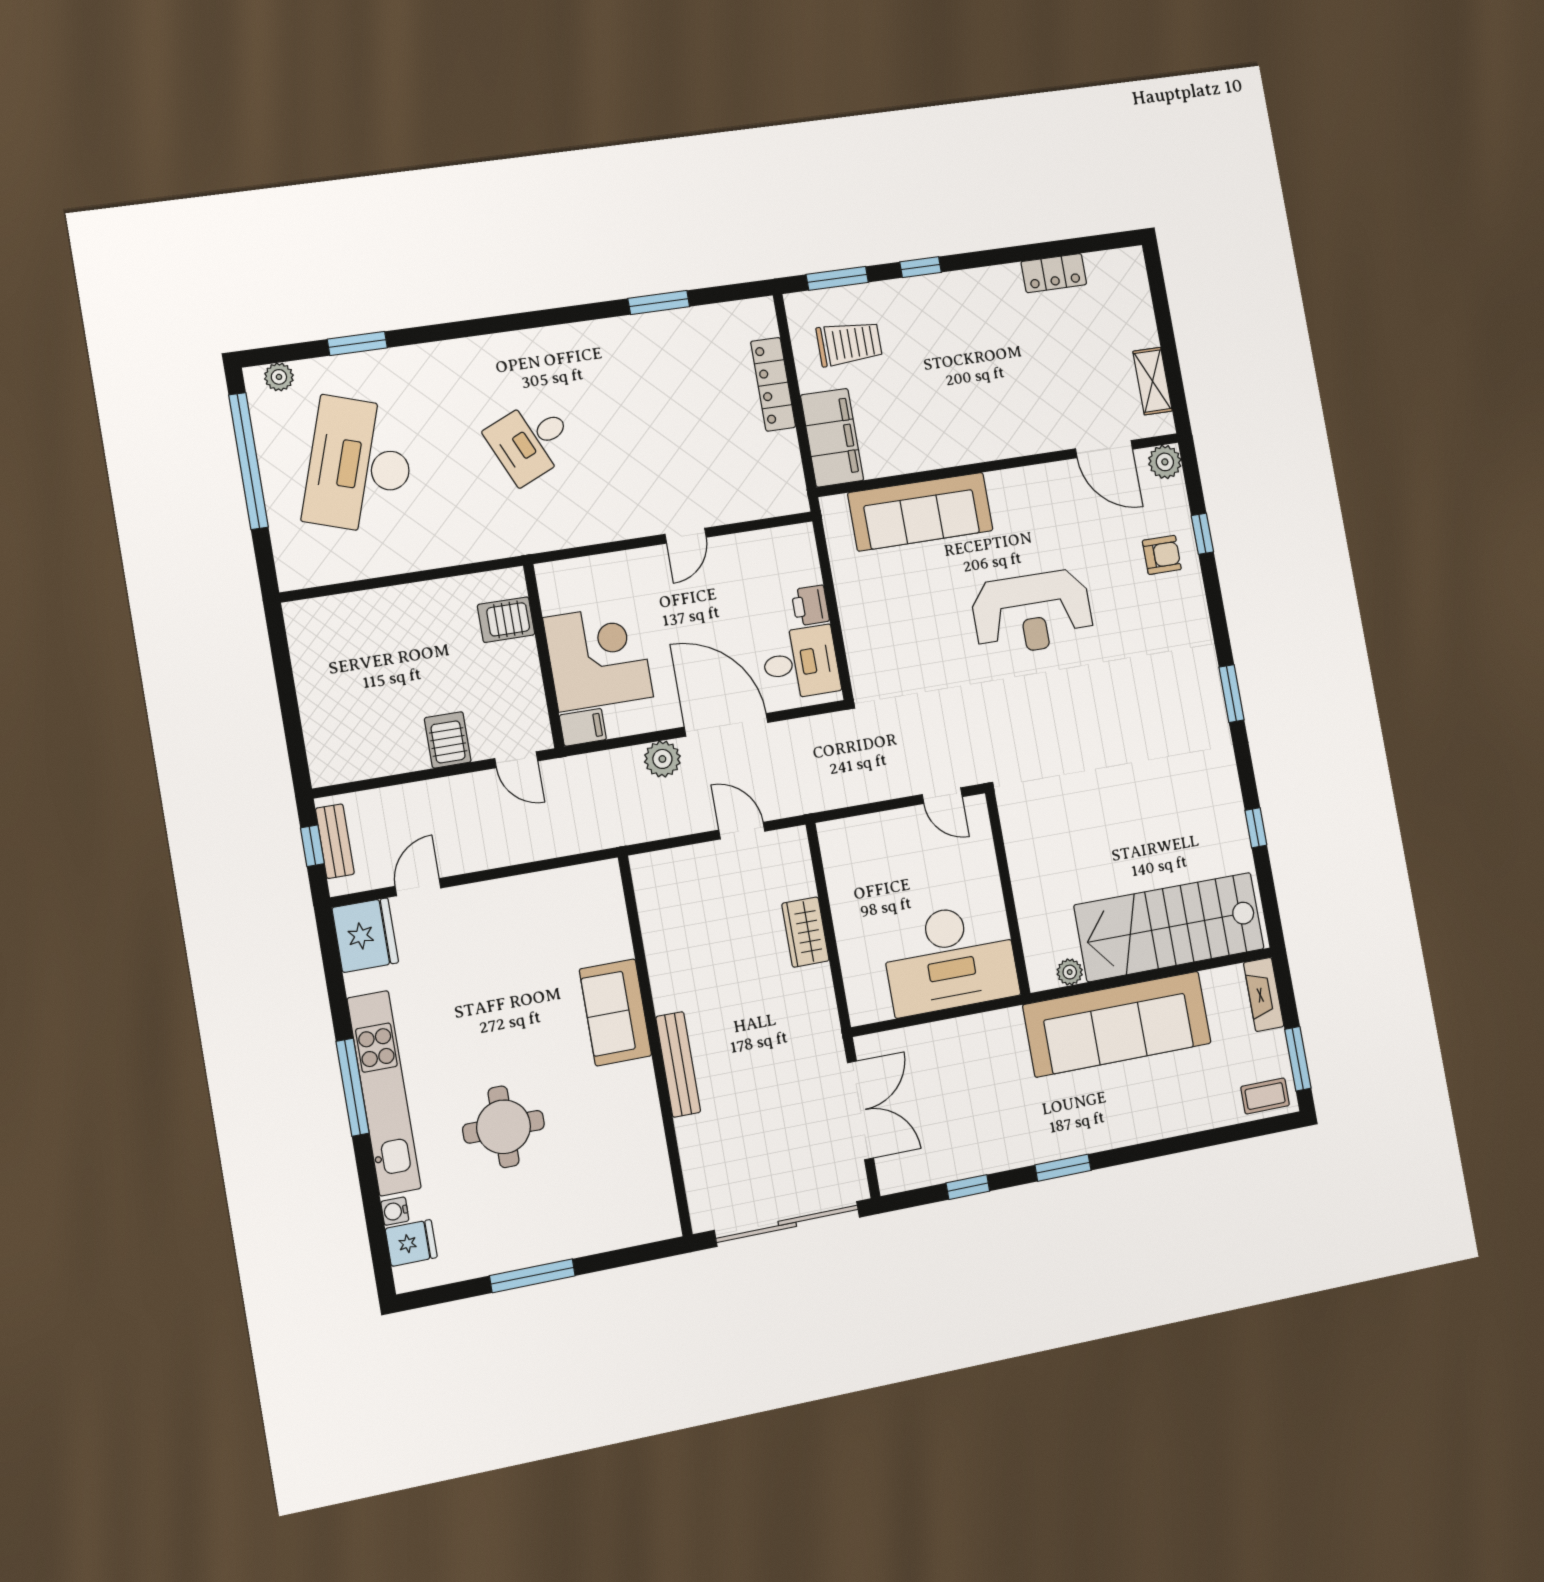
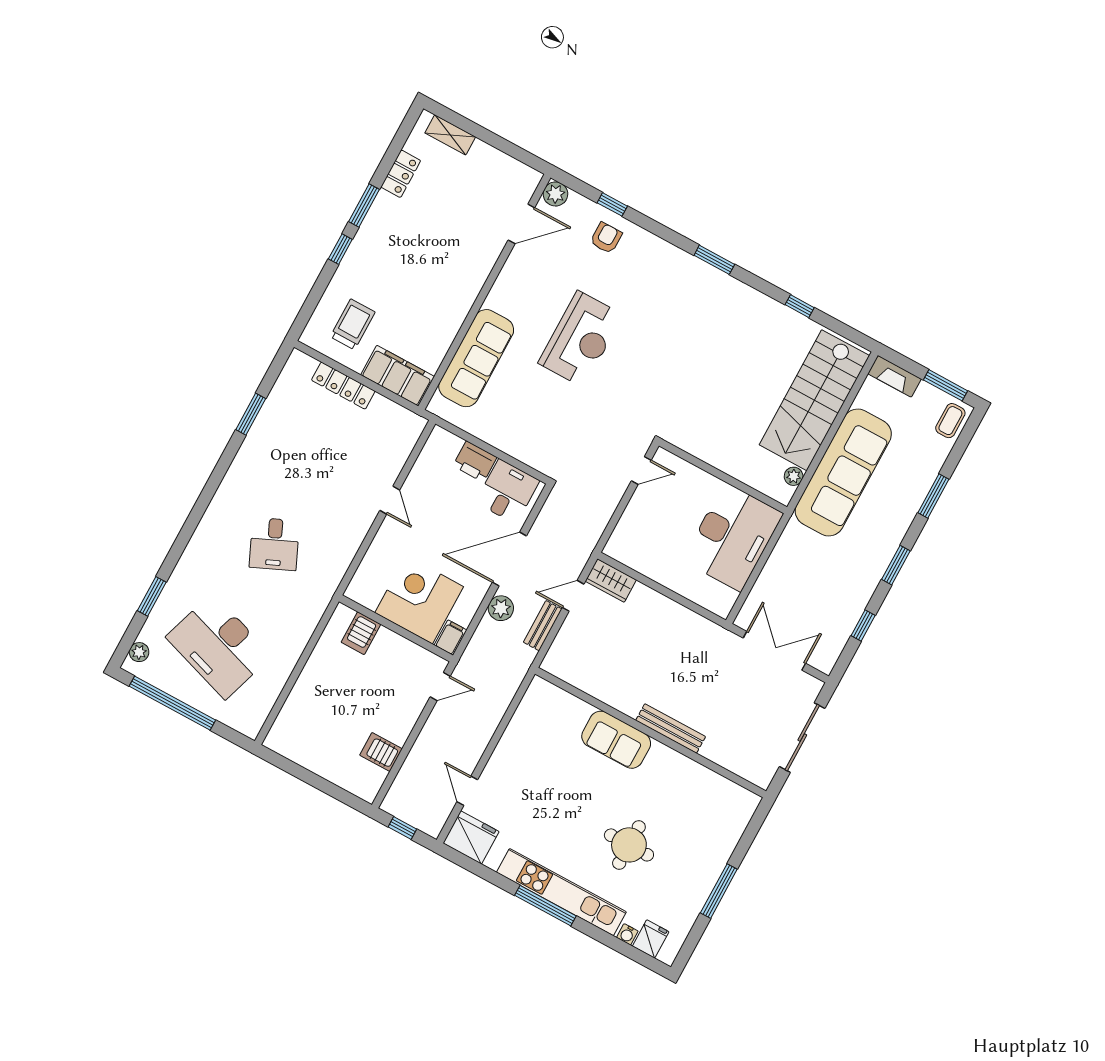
window: (837, 278) -> (364, 206), moved
shelving: (1153, 381) -> (450, 135), moved
printer: (810, 605) -> (475, 462), width x1.36, depth x1.24
server rack: (448, 740) -> (381, 752), moved
bench: (335, 841) -> (543, 626), moved, turned 90
wardrobe: (805, 932) -> (611, 581), moved
window: (1170, 1146) -> (933, 496), added
sliding door: (787, 1224) -> (802, 738), width x0.73

